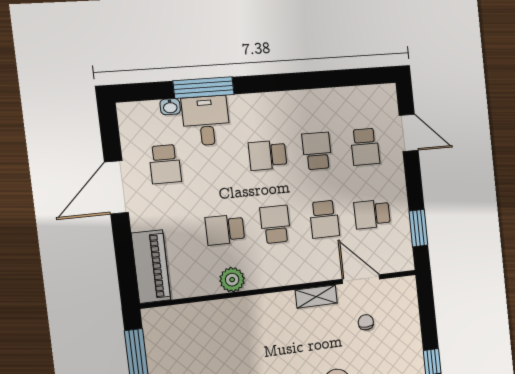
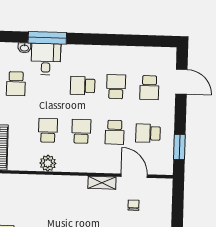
school desk: (225, 230) -> (48, 130), turned 90

